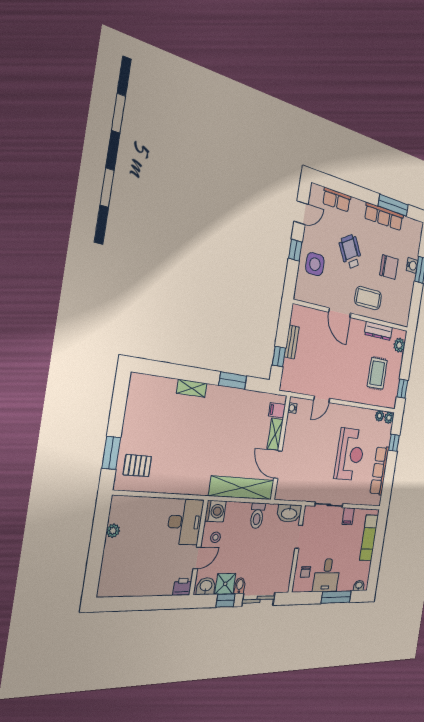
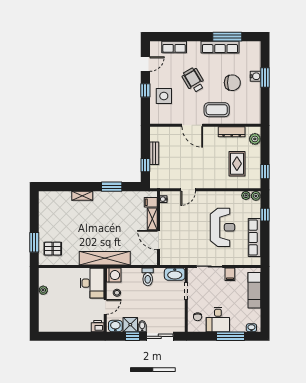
shelving: (242, 488) -> (105, 258), moved

